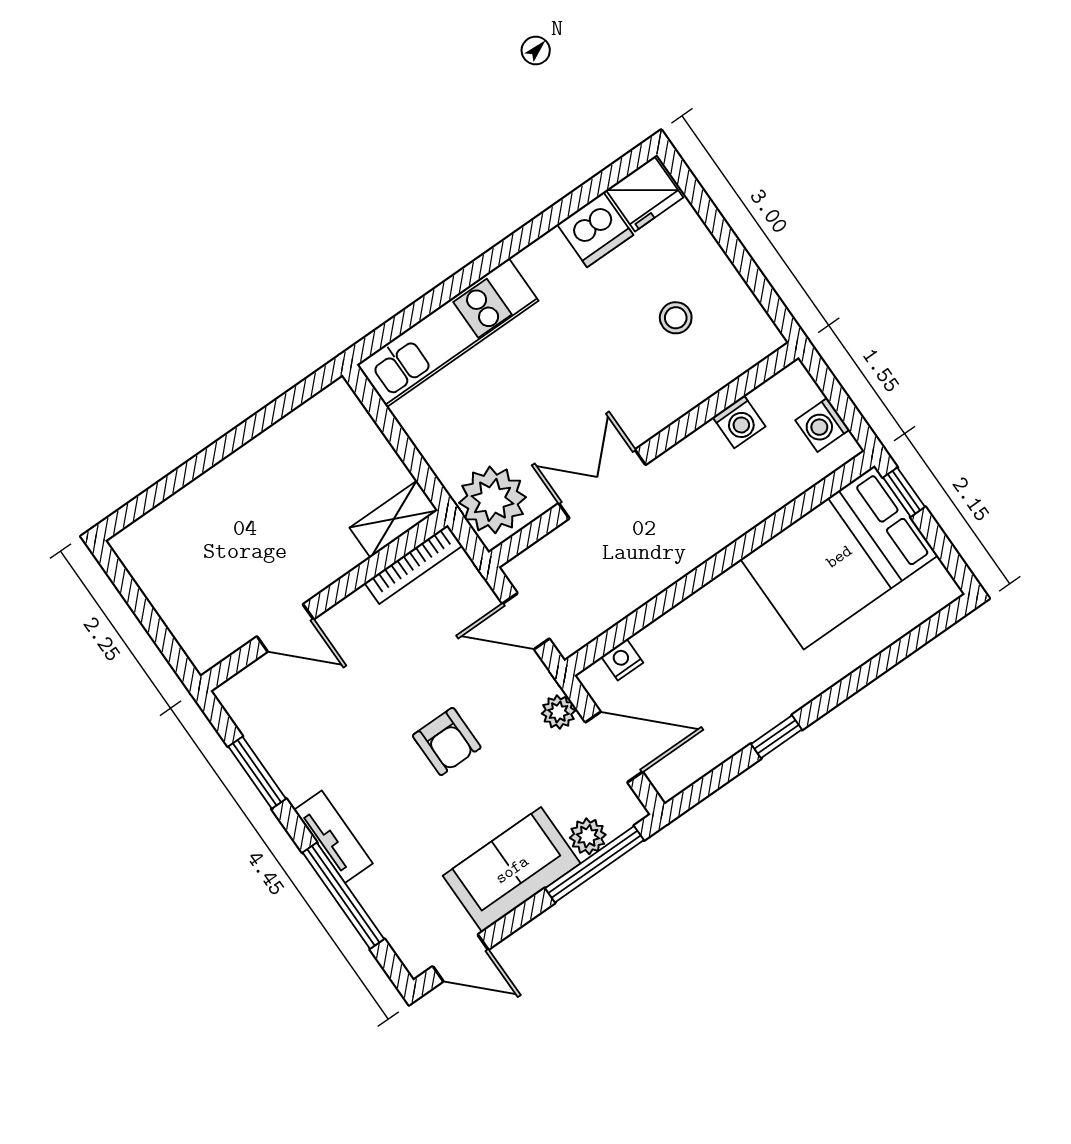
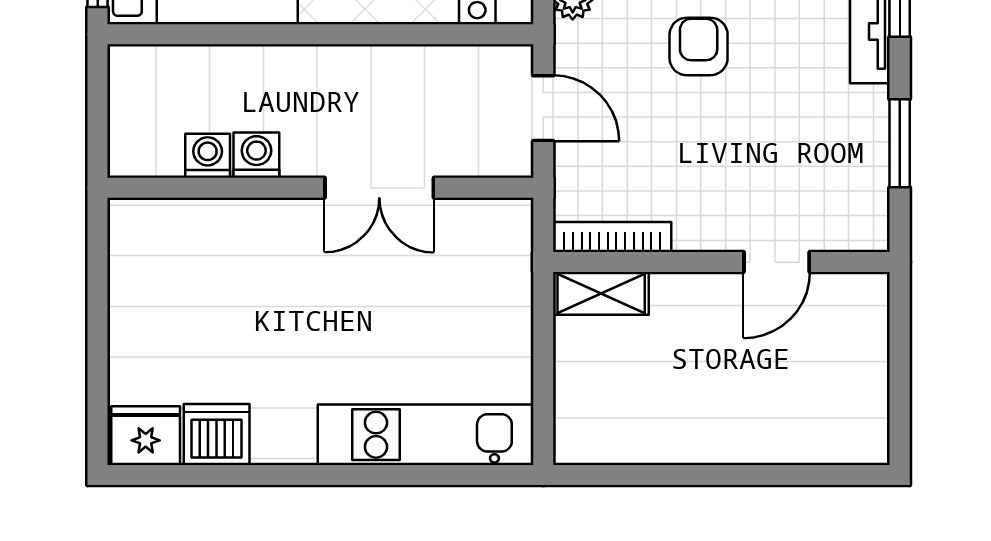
stool: (676, 318) -> (199, 297), removed
washing machine: (823, 425) -> (256, 155), moved, turned -90
plant: (493, 500) -> (494, 246), removed
door: (285, 628) -> (777, 262), swing flipped

